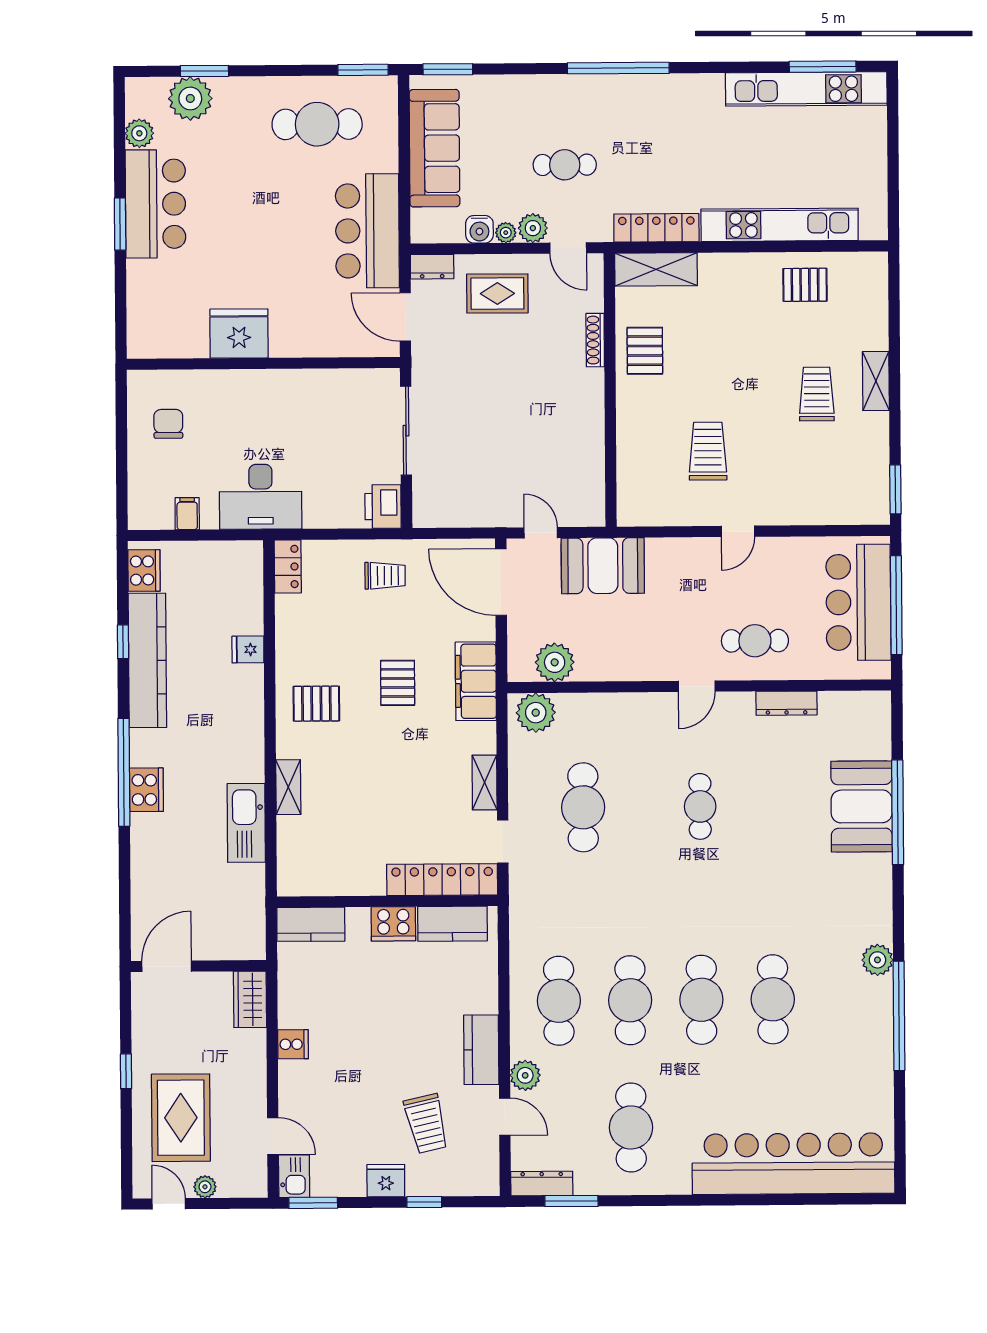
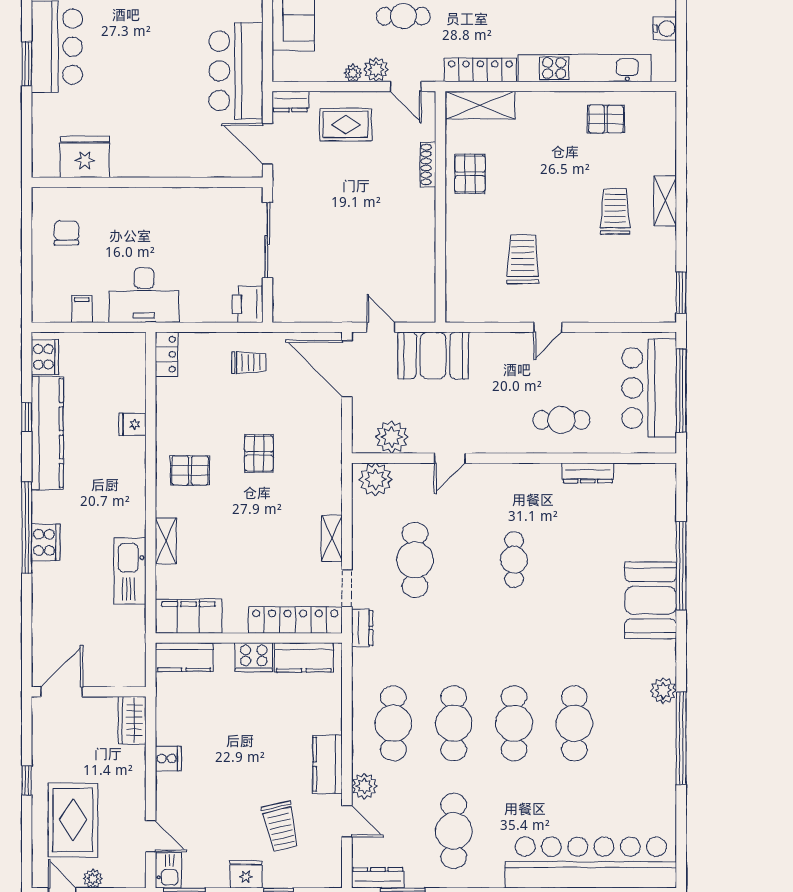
water cooler: (479, 229) -> (665, 29), moved, turned -90
fridge: (239, 334) -> (85, 157), moved
filing cabinet: (476, 681) -> (188, 616), moved, turned 90
door: (697, 686) -> (450, 458), moved
booth: (862, 806) -> (651, 600), moved
dresser: (521, 888) -> (362, 628), added

